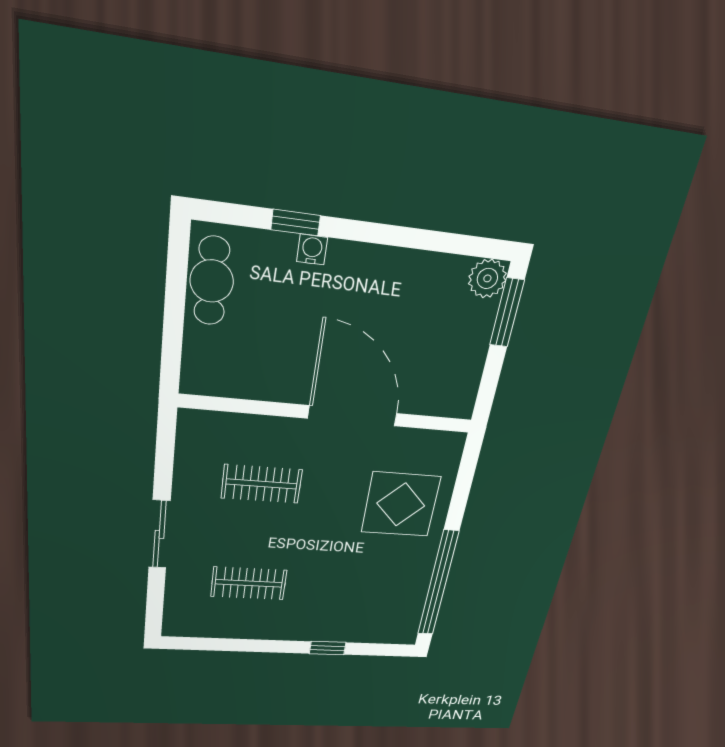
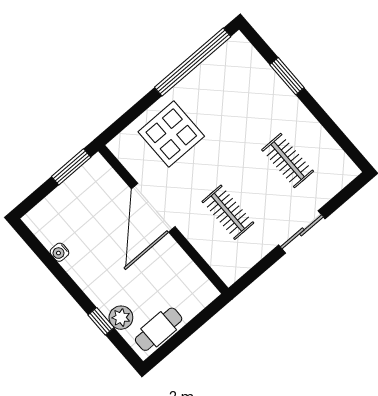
water cooler: (312, 250) -> (59, 252), moved
plant: (487, 278) -> (121, 318), moved
window: (507, 313) -> (71, 167), moved
window: (328, 648) -> (287, 76), width x1.50

